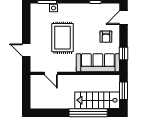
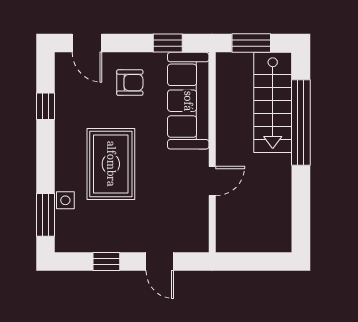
window: (26, 26) -> (106, 262), added
rug: (63, 38) -> (111, 164), moved, turned 90
door: (26, 50) -> (160, 262), hinge flipped
door: (51, 73) -> (212, 181), moved

